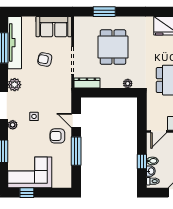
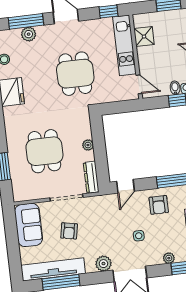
dining table: (113, 47) -> (44, 151), turned 90
plant: (128, 83) -> (88, 145), moved
door: (76, 121) -> (125, 186), moved
plant: (13, 125) -> (169, 258), moved

